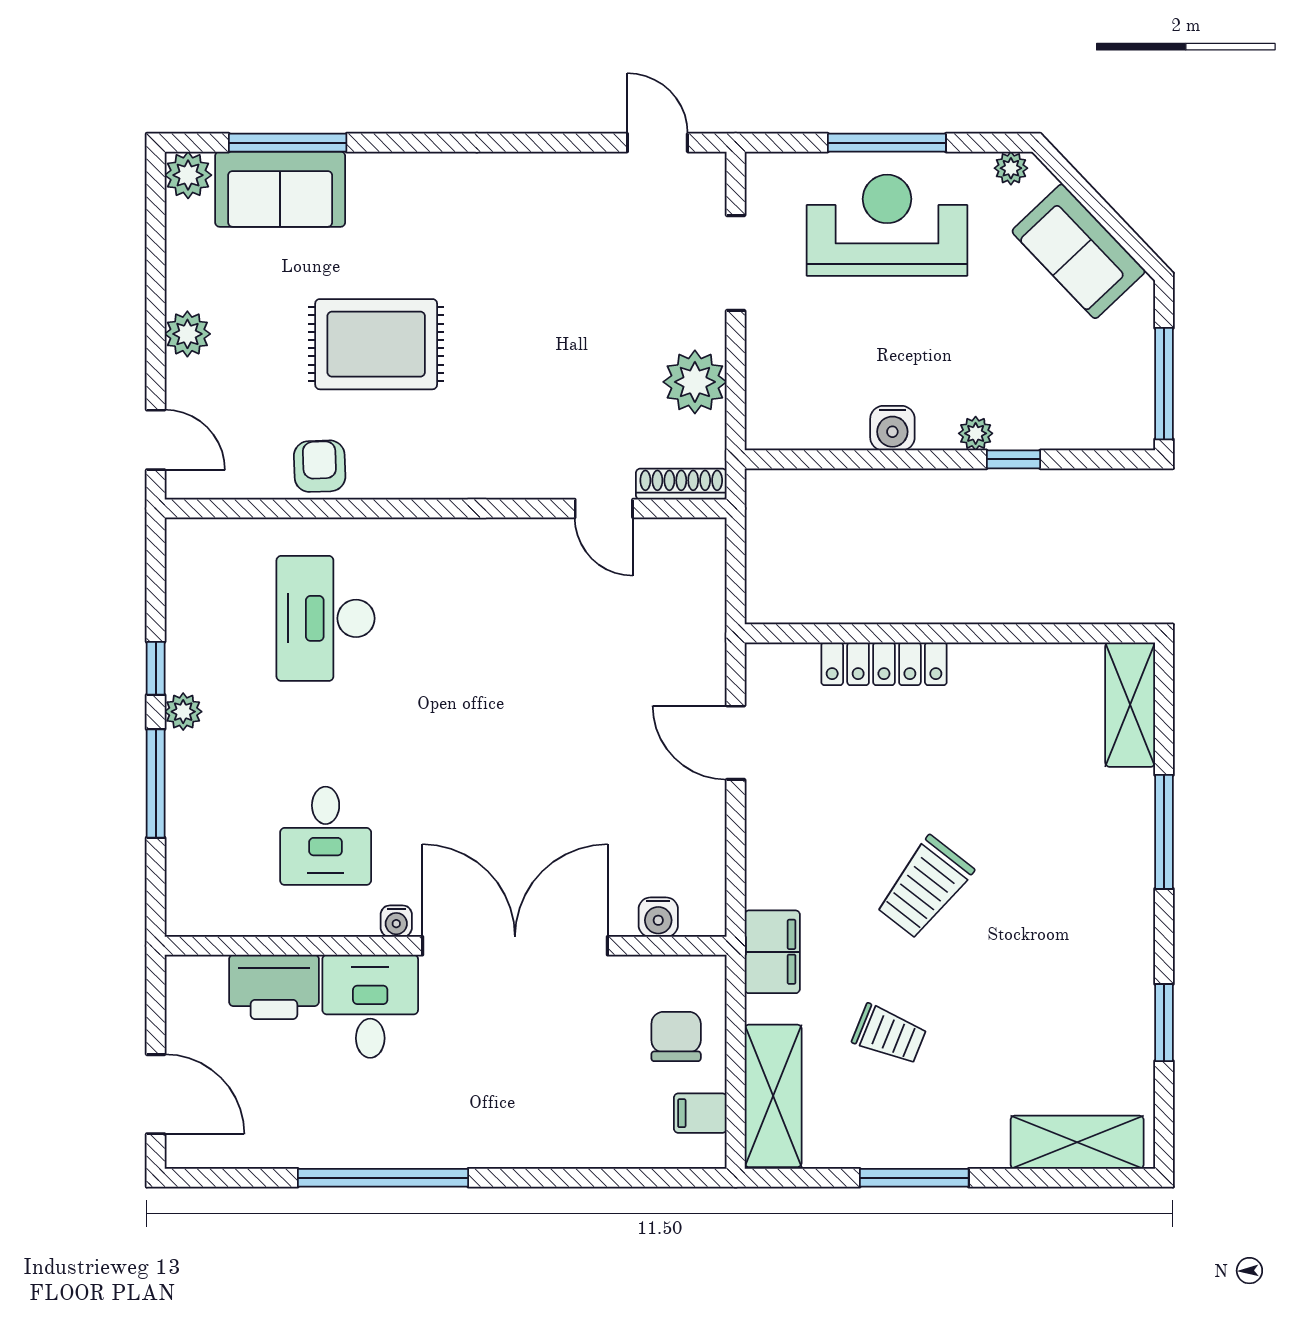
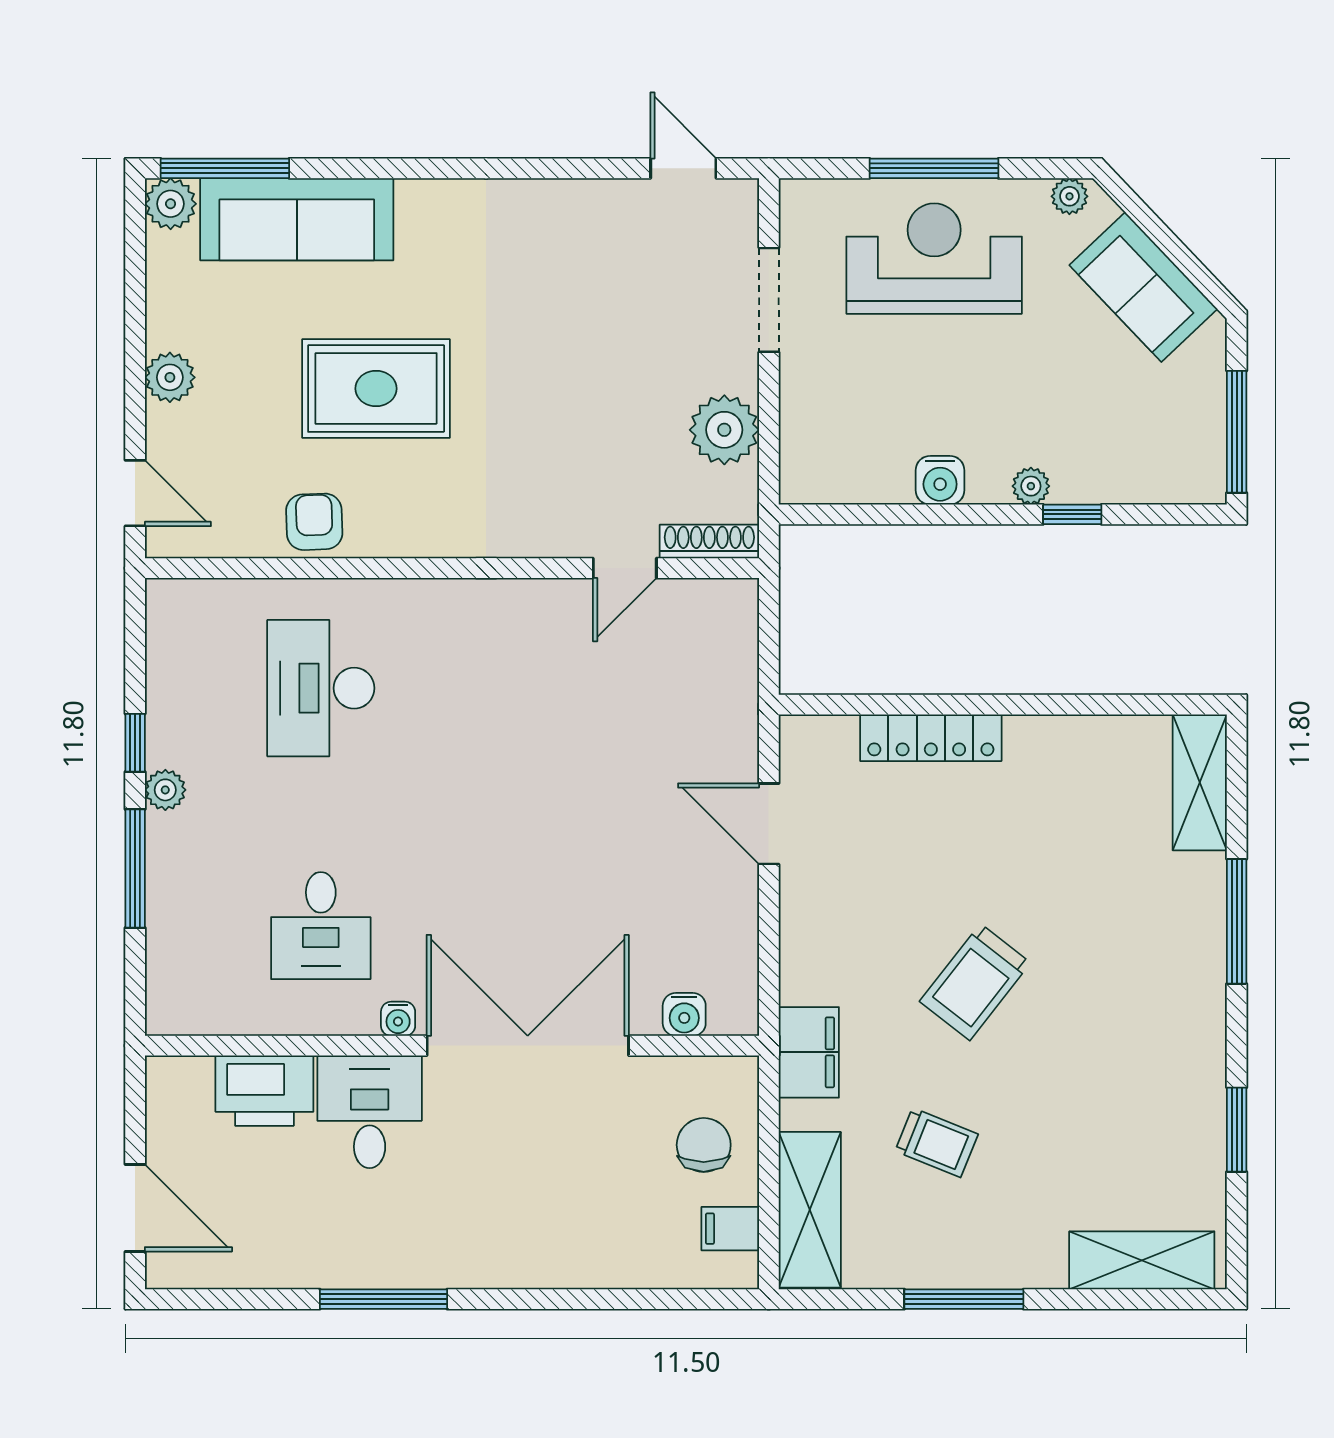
window: (288, 143) -> (225, 168), moved
sofa: (280, 189) -> (297, 219), width x1.36
door: (604, 508) -> (625, 568), hinge flipped
window: (383, 1178) -> (384, 1299), width x0.68

